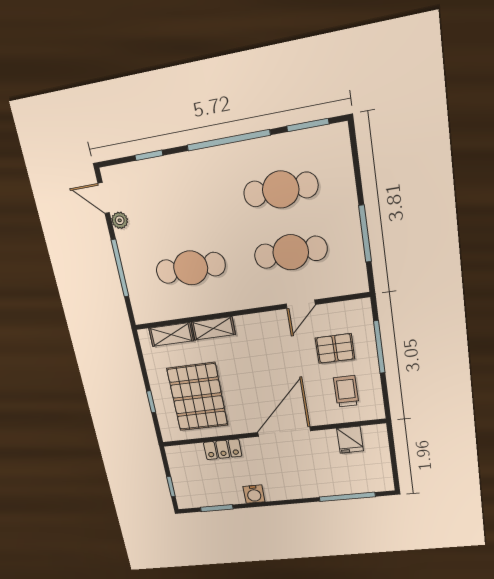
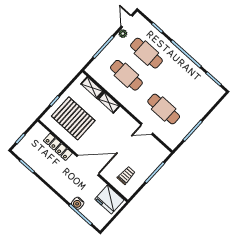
cafe table: (281, 190) -> (146, 53), moved
pallet: (335, 348) -> (140, 156), removed
pallet: (197, 397) -> (73, 118), turned 90
fridge: (350, 440) -> (109, 200), width x1.88, depth x1.34
locker: (223, 449) -> (58, 147), width x1.53
water cooler: (254, 494) -> (78, 203), moved

